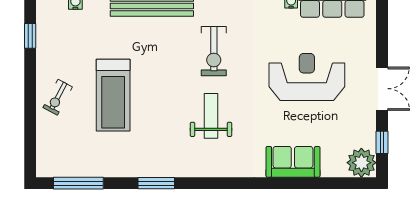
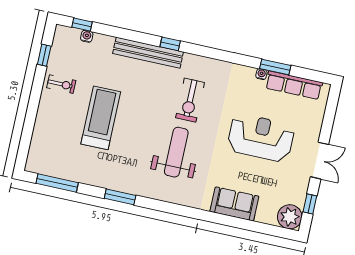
treadmill: (113, 95) -> (101, 118), turned 180
exercise bike: (58, 97) -> (61, 84), moved, turned -118
weight bench: (211, 116) -> (176, 152), width x1.36, depth x1.33

